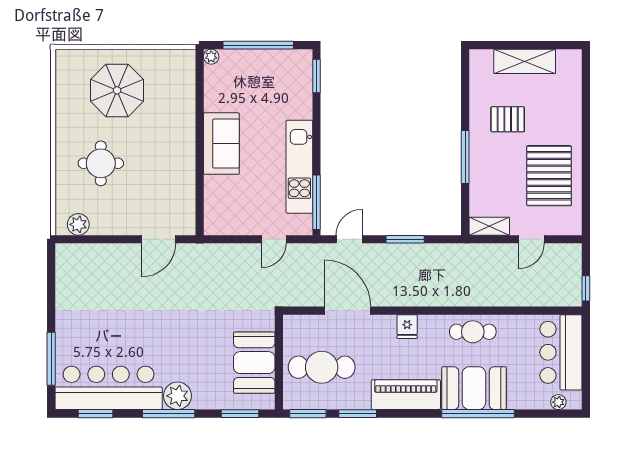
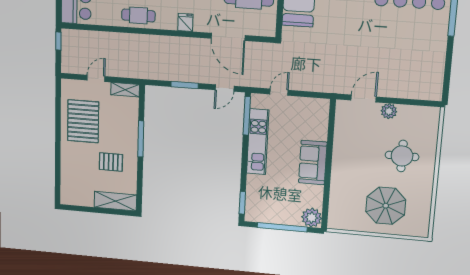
plant: (211, 57) -> (312, 218), width x1.87, depth x1.87
shelving: (525, 61) -> (115, 201), moved
plant: (78, 224) -> (389, 111), moved

